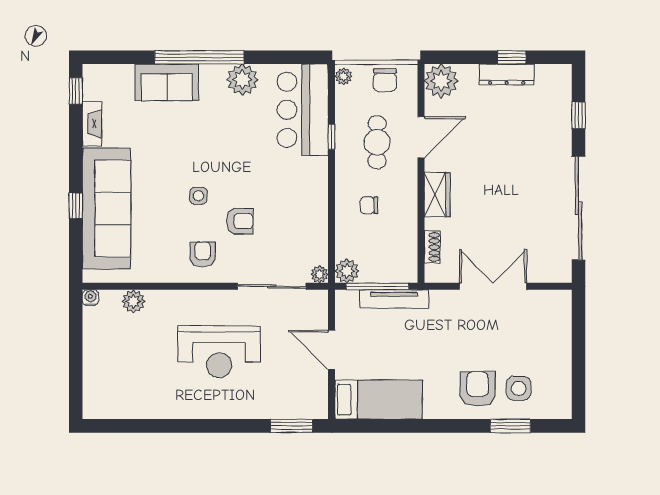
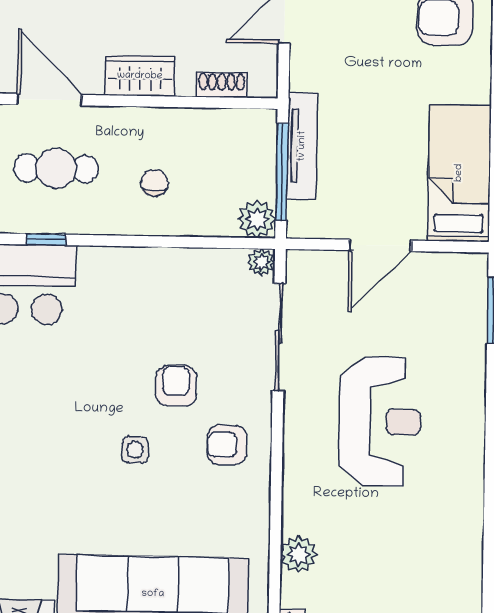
chair: (369, 205) -> (155, 183), turned 180

